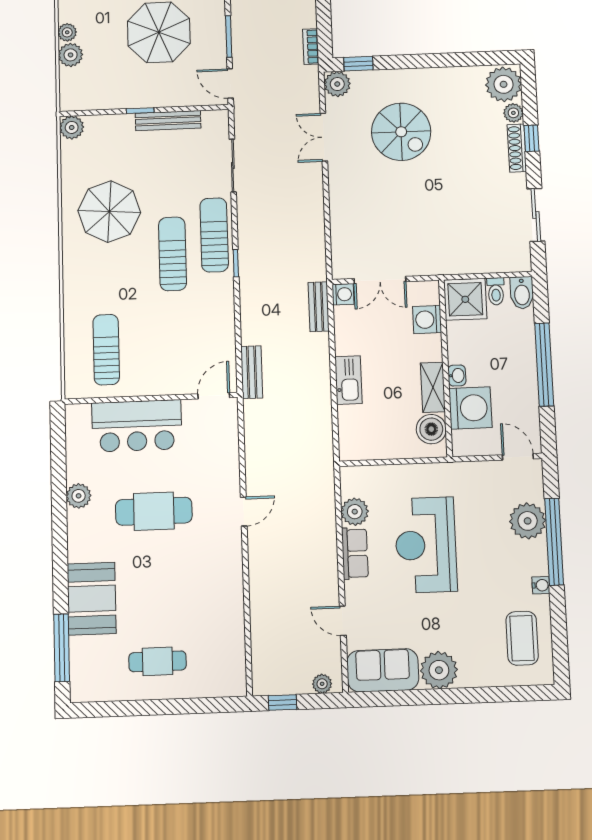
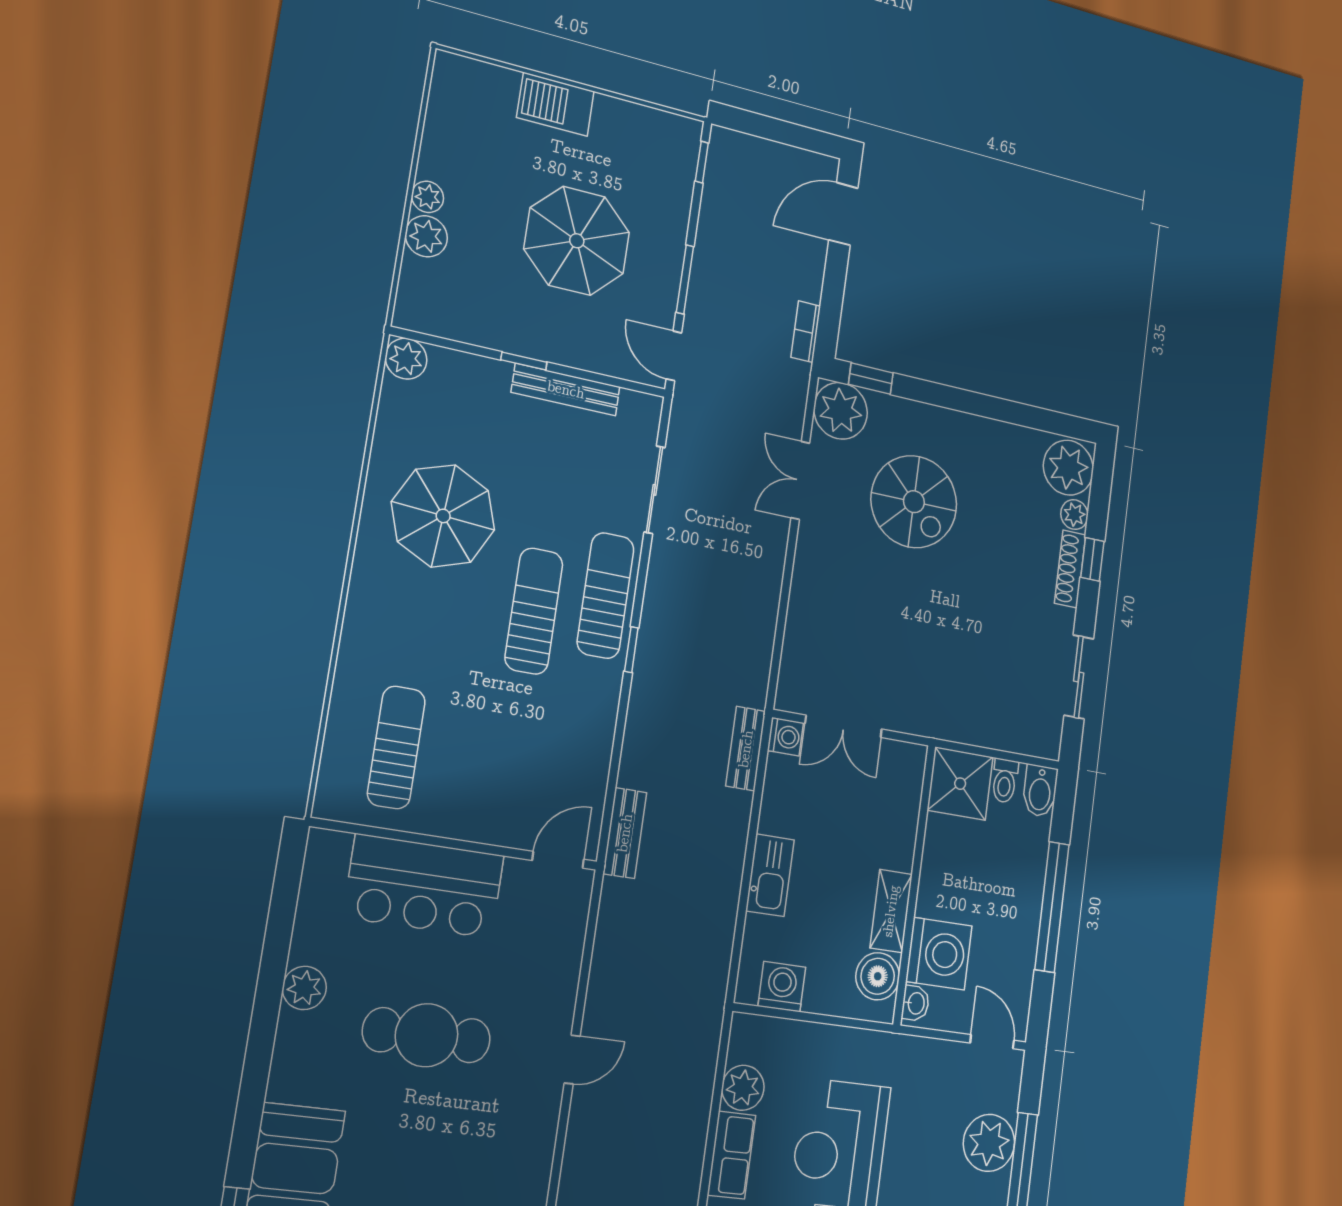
plant: (337, 84) -> (841, 411), width x1.36, depth x1.36
washing machine: (427, 320) -> (782, 987), moved, turned 90
washbasin: (457, 376) -> (916, 1003), moved

